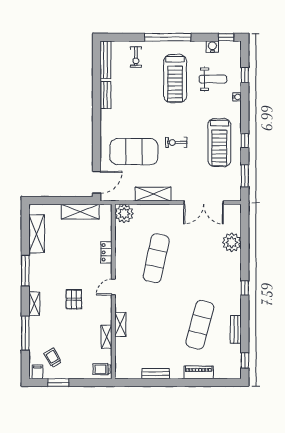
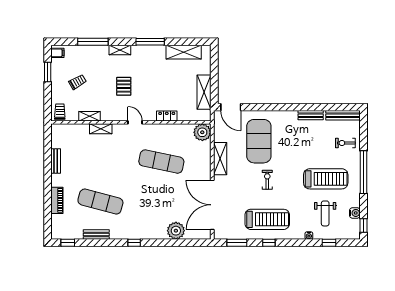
treadmill: (175, 79) -> (326, 179), turned 180
treadmill: (219, 143) -> (267, 219), turned 180
double door: (204, 203) -> (212, 205), width x1.36
pallet: (74, 299) -> (124, 86), turned 90
trolley: (53, 358) -> (78, 82), moved

